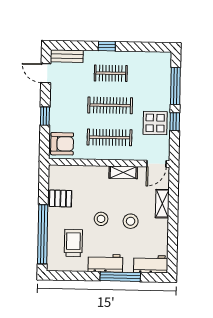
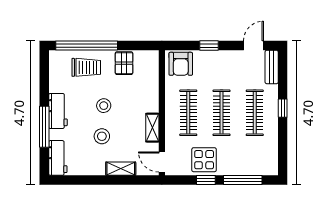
clothes rail: (111, 73) -> (255, 113), width x1.36
trolley: (73, 243) -> (86, 67), moved

